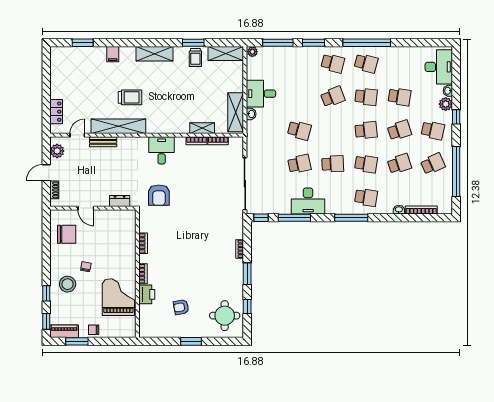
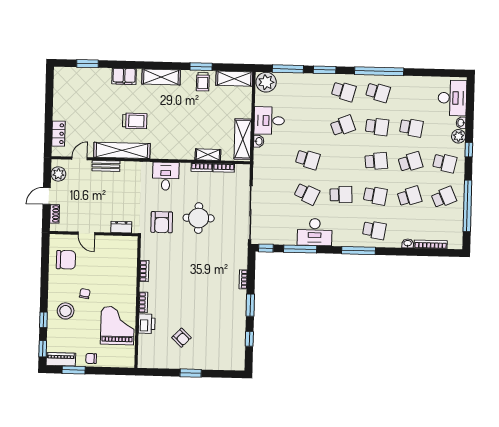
plant: (252, 52) -> (266, 82), width x1.87, depth x1.87
filing cabinet: (113, 54) -> (124, 76), width x2.00
school desk: (299, 164) -> (307, 194), turned 36
armchair: (181, 307) -> (182, 338), turned -126
round table: (225, 316) -> (199, 218), moved

